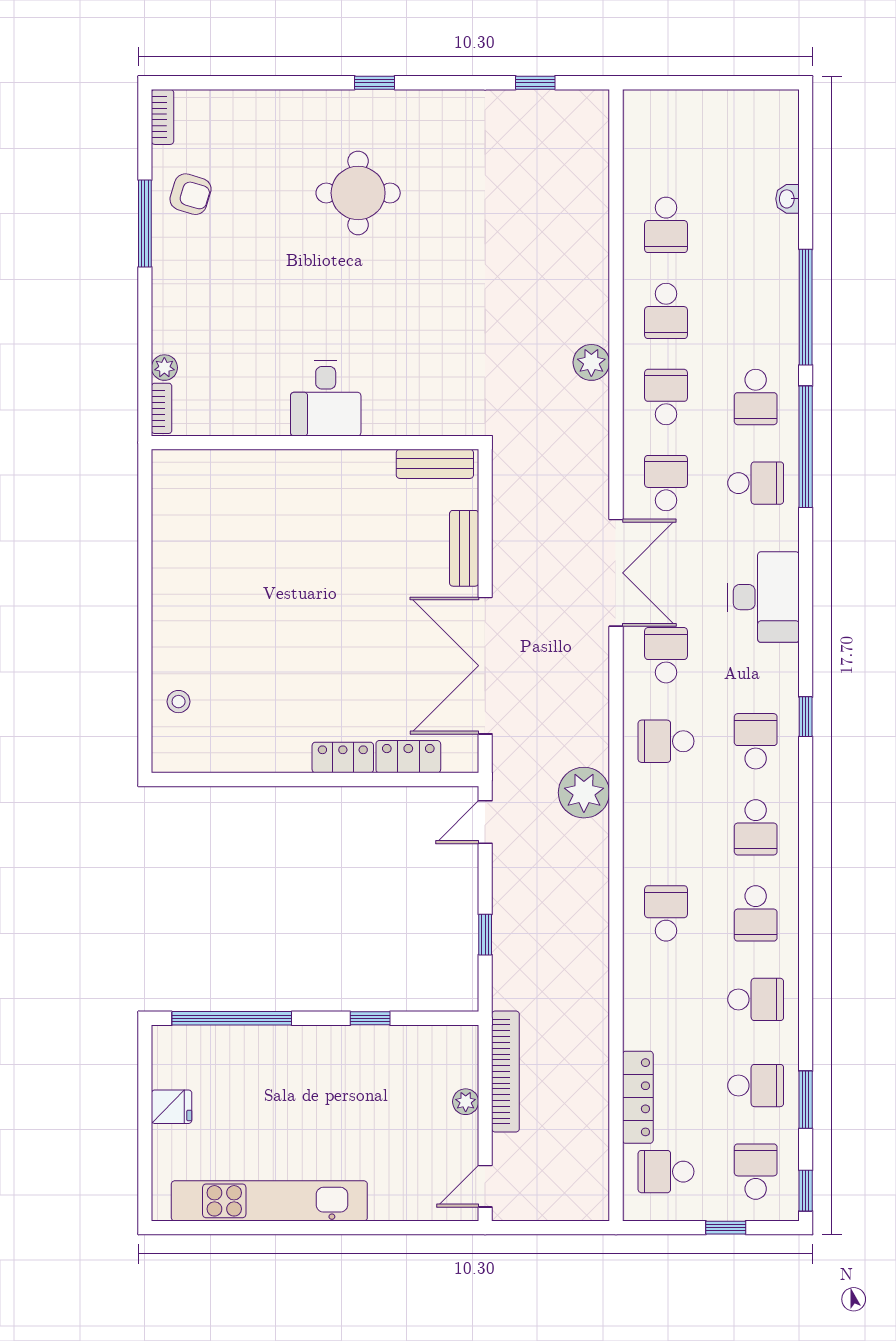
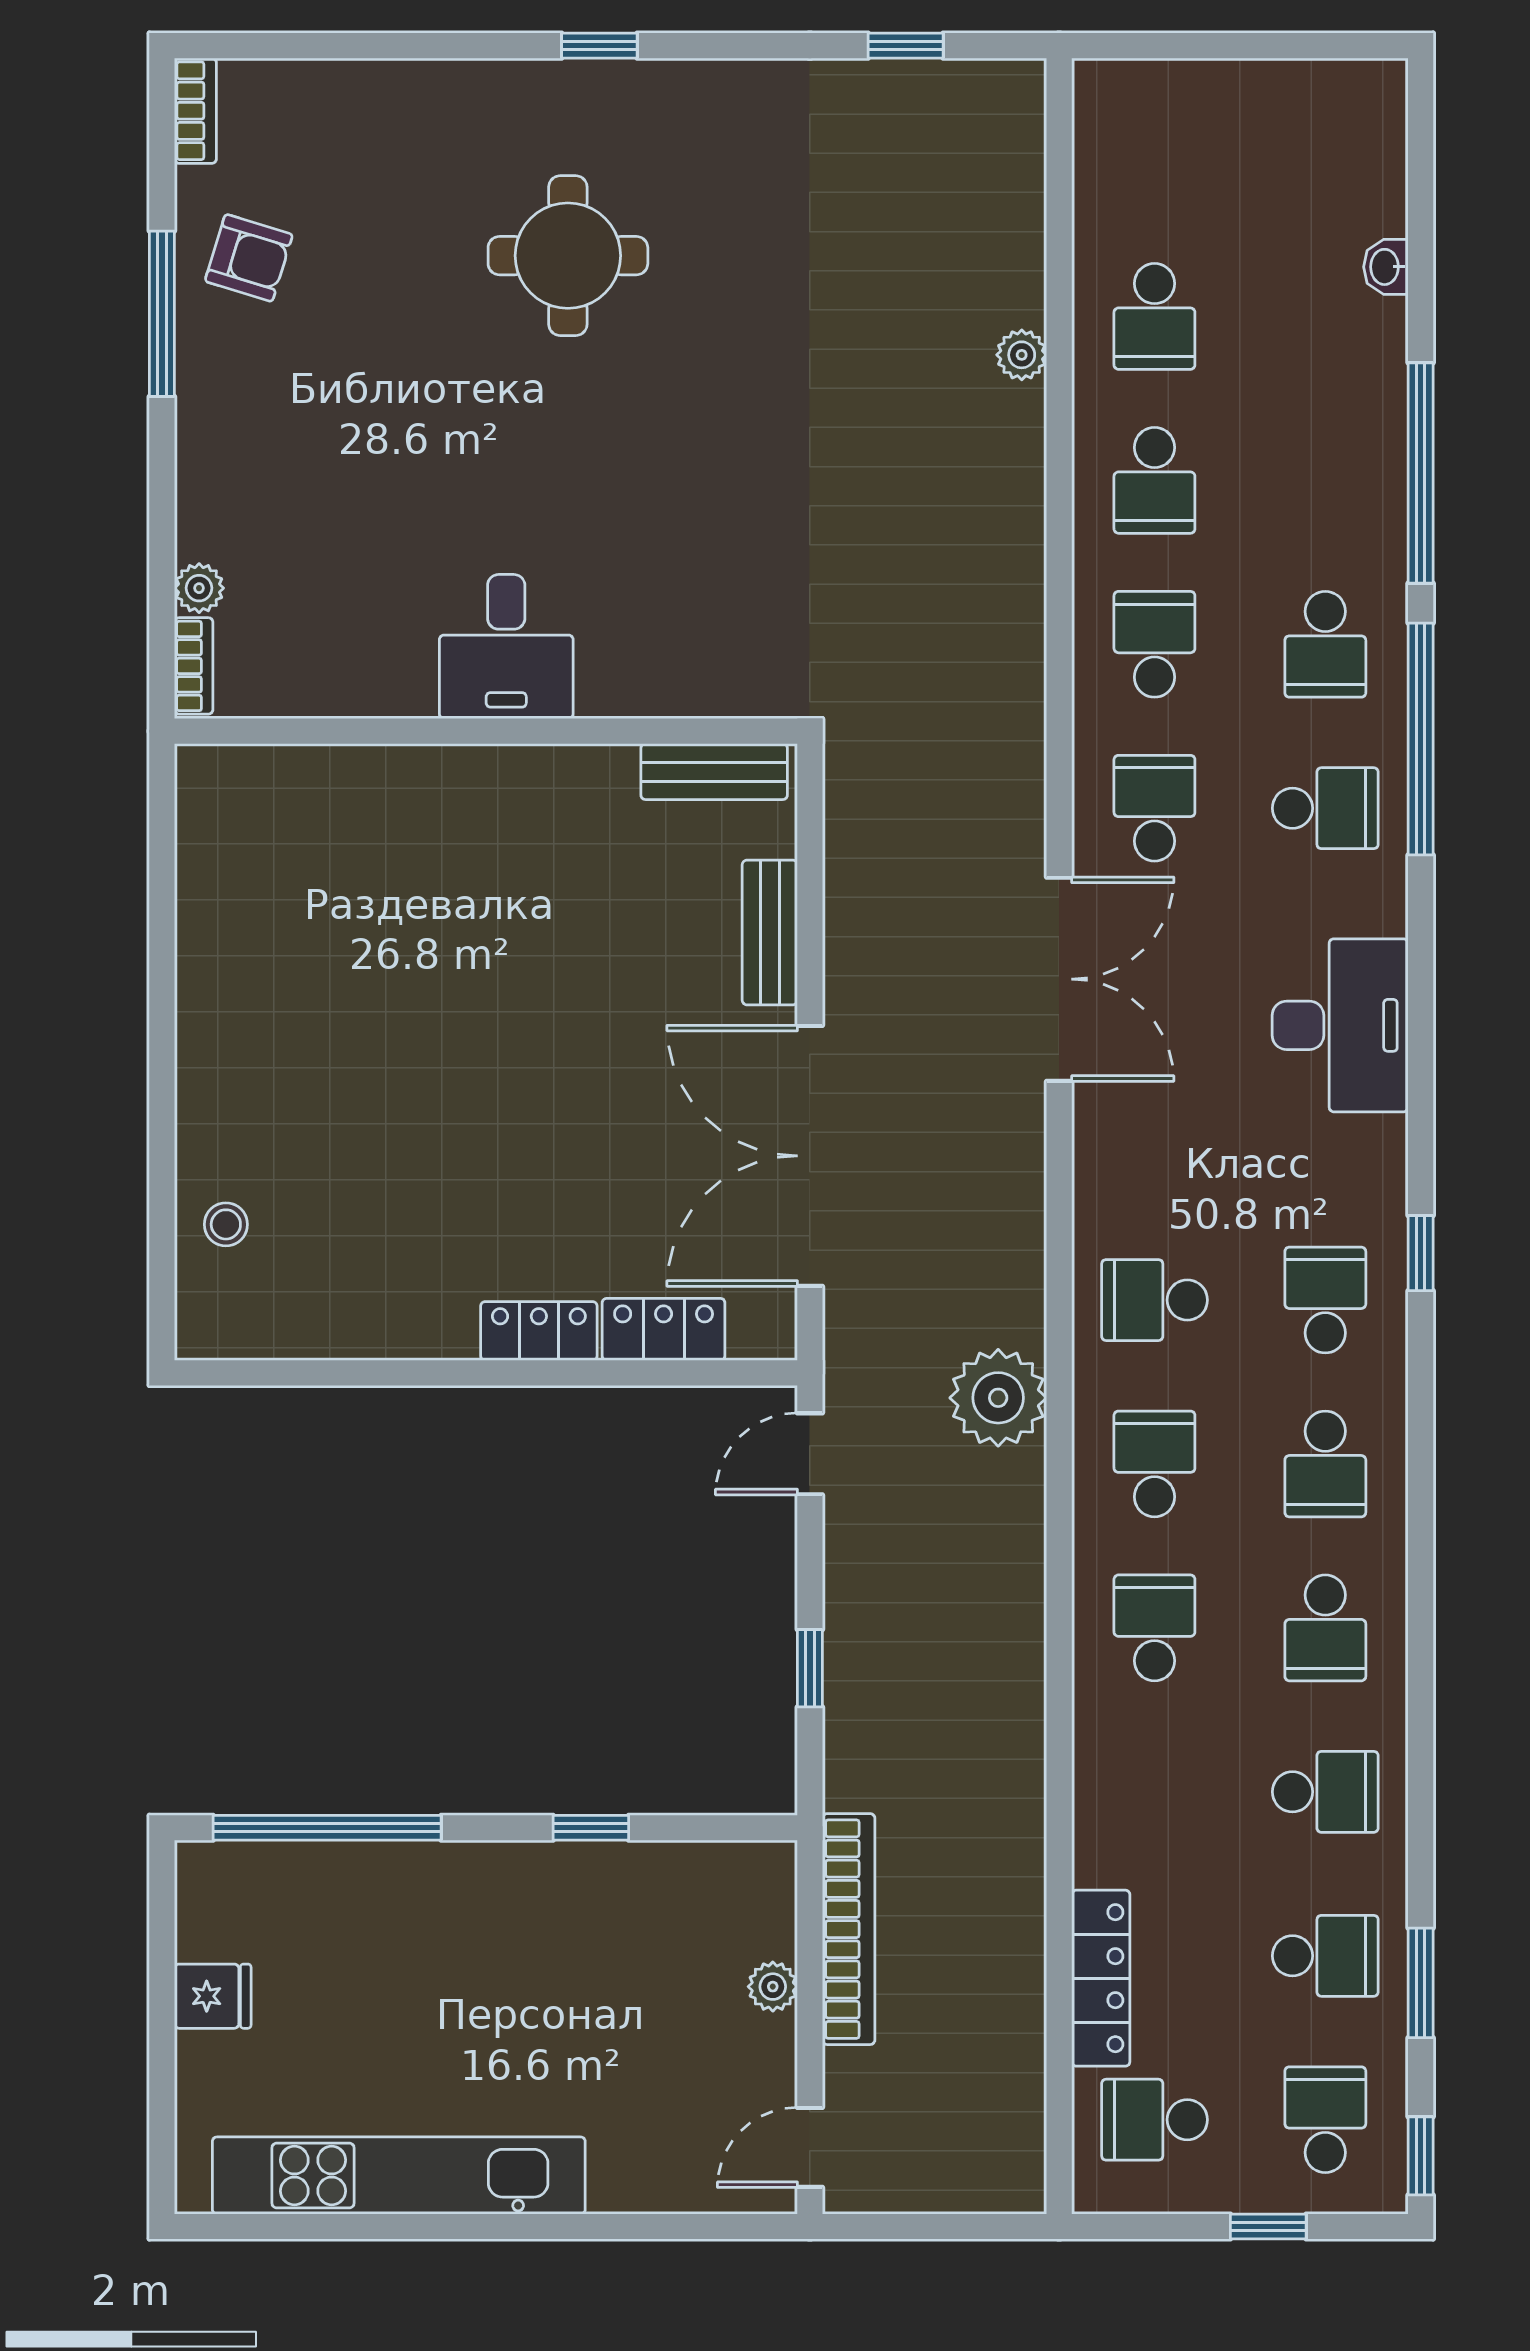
plant: (591, 362) -> (1022, 355), moved, width x0.73, depth x0.73
school desk: (666, 655) -> (1154, 1464), moved

